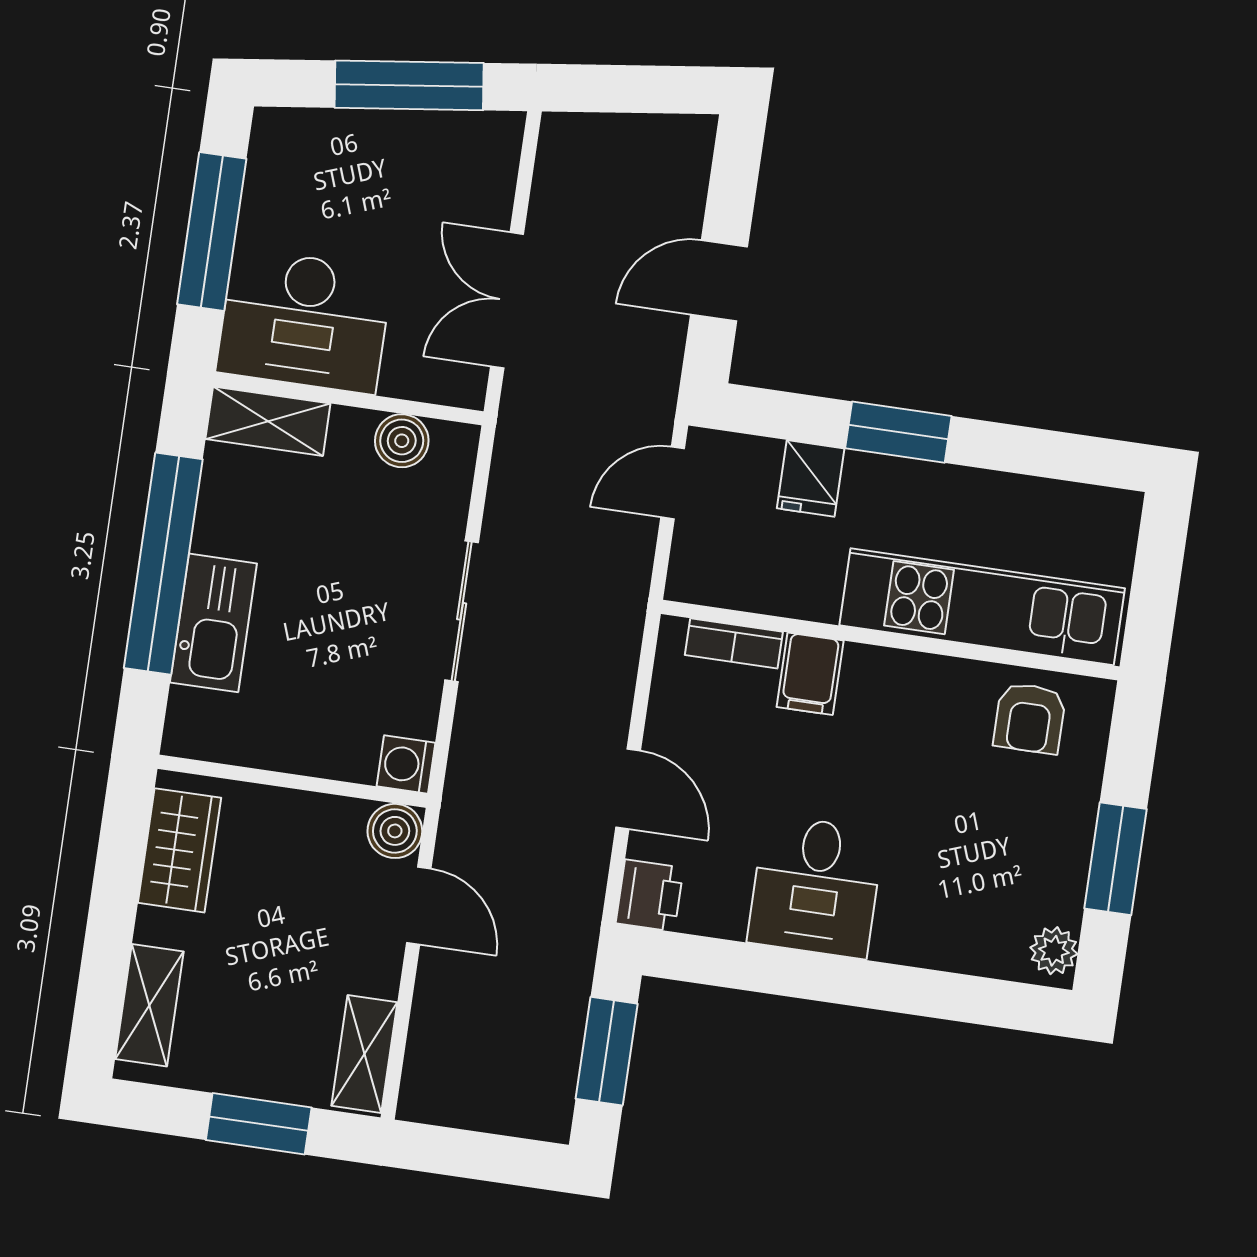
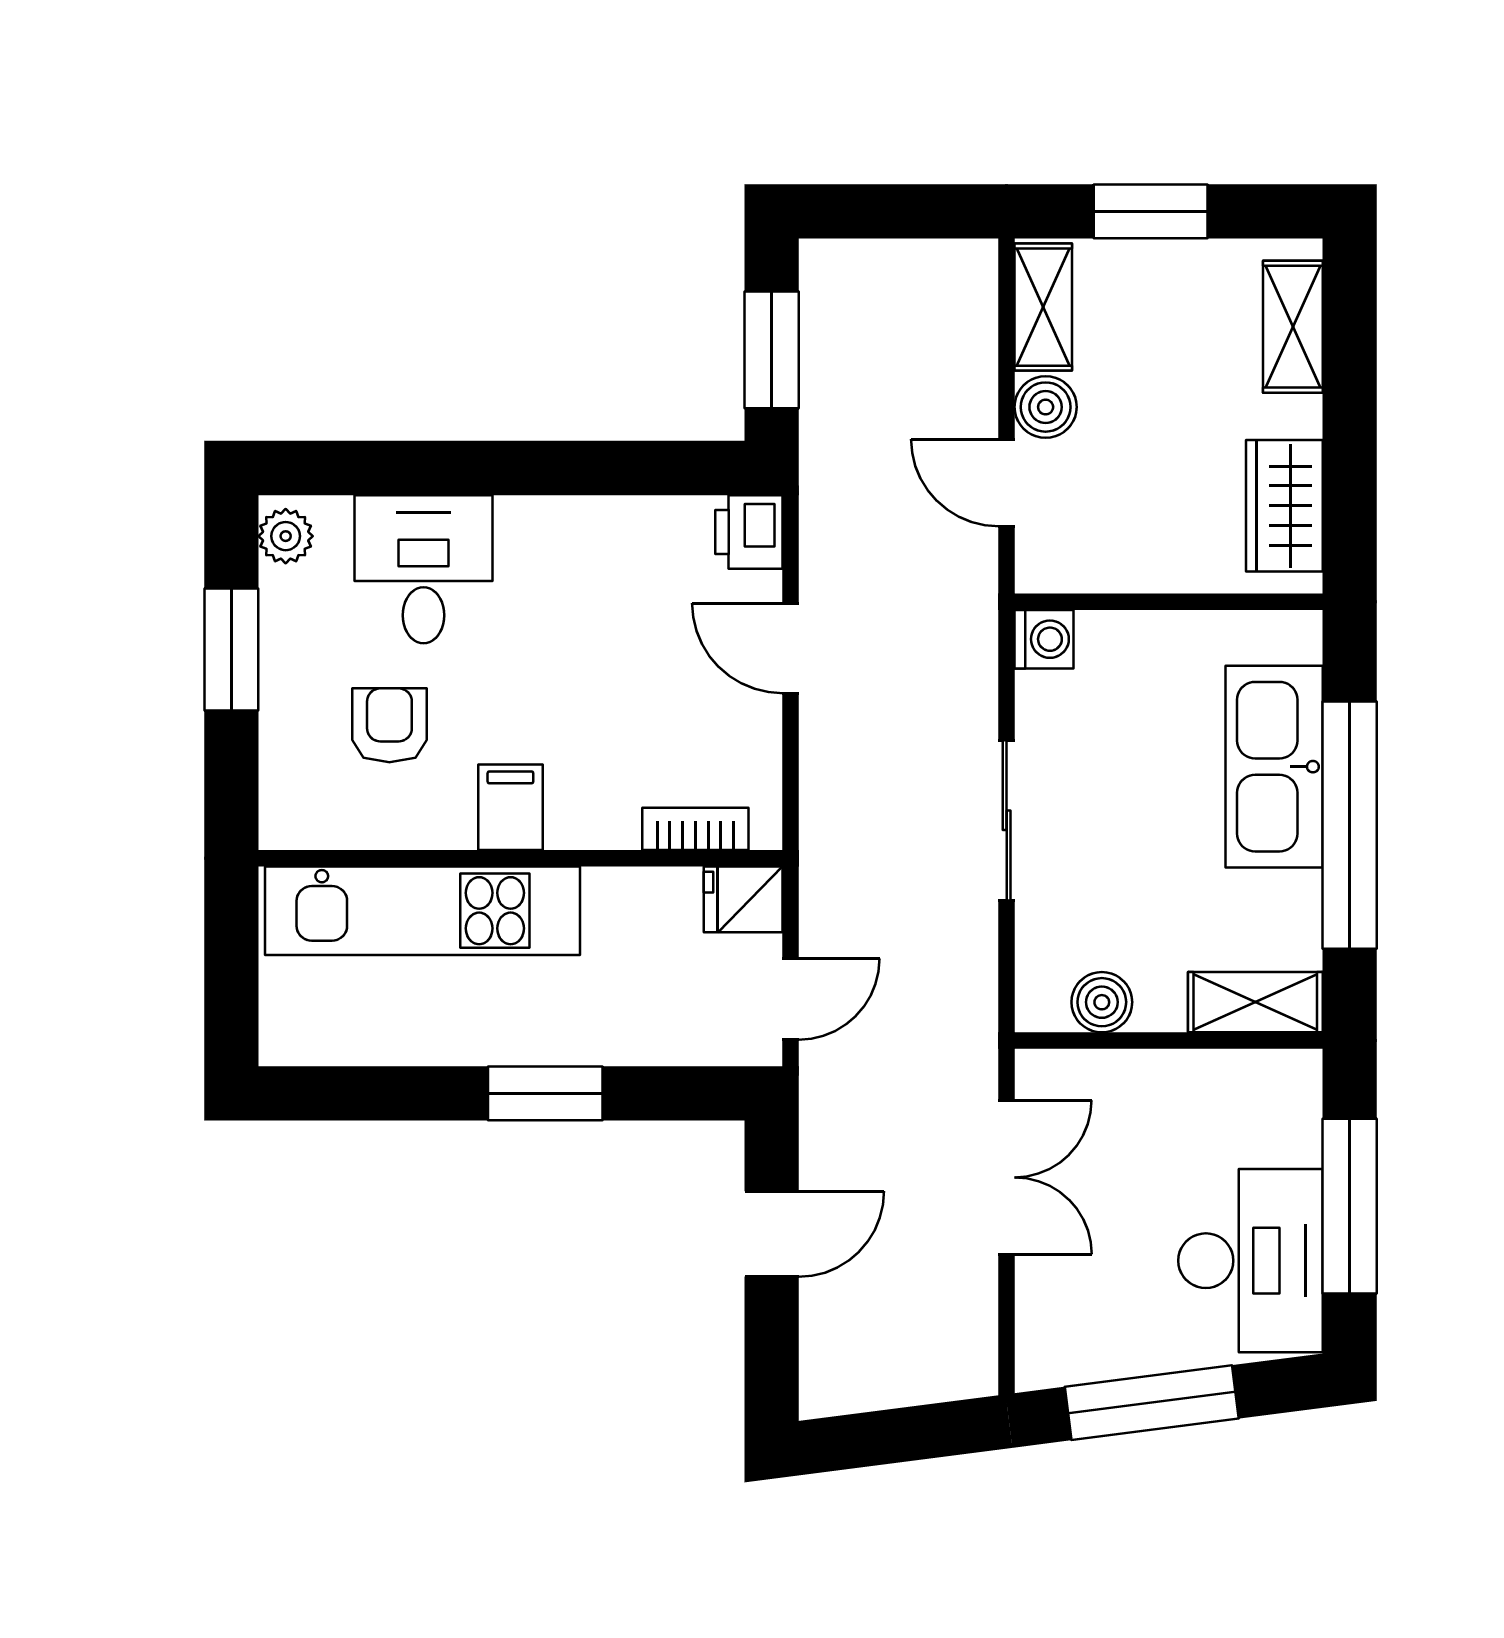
desk: (304, 321) -> (1250, 1261), moved, turned 90
fridge: (811, 478) -> (743, 899), moved, turned -90
kitchen sink: (213, 623) -> (1274, 767), width x1.36, depth x1.24
filing cabinet: (810, 674) -> (510, 807), moved
armchair: (1030, 718) -> (389, 725), moved
boiler: (395, 831) -> (1046, 407), moved
desk: (816, 887) -> (423, 569), moved

